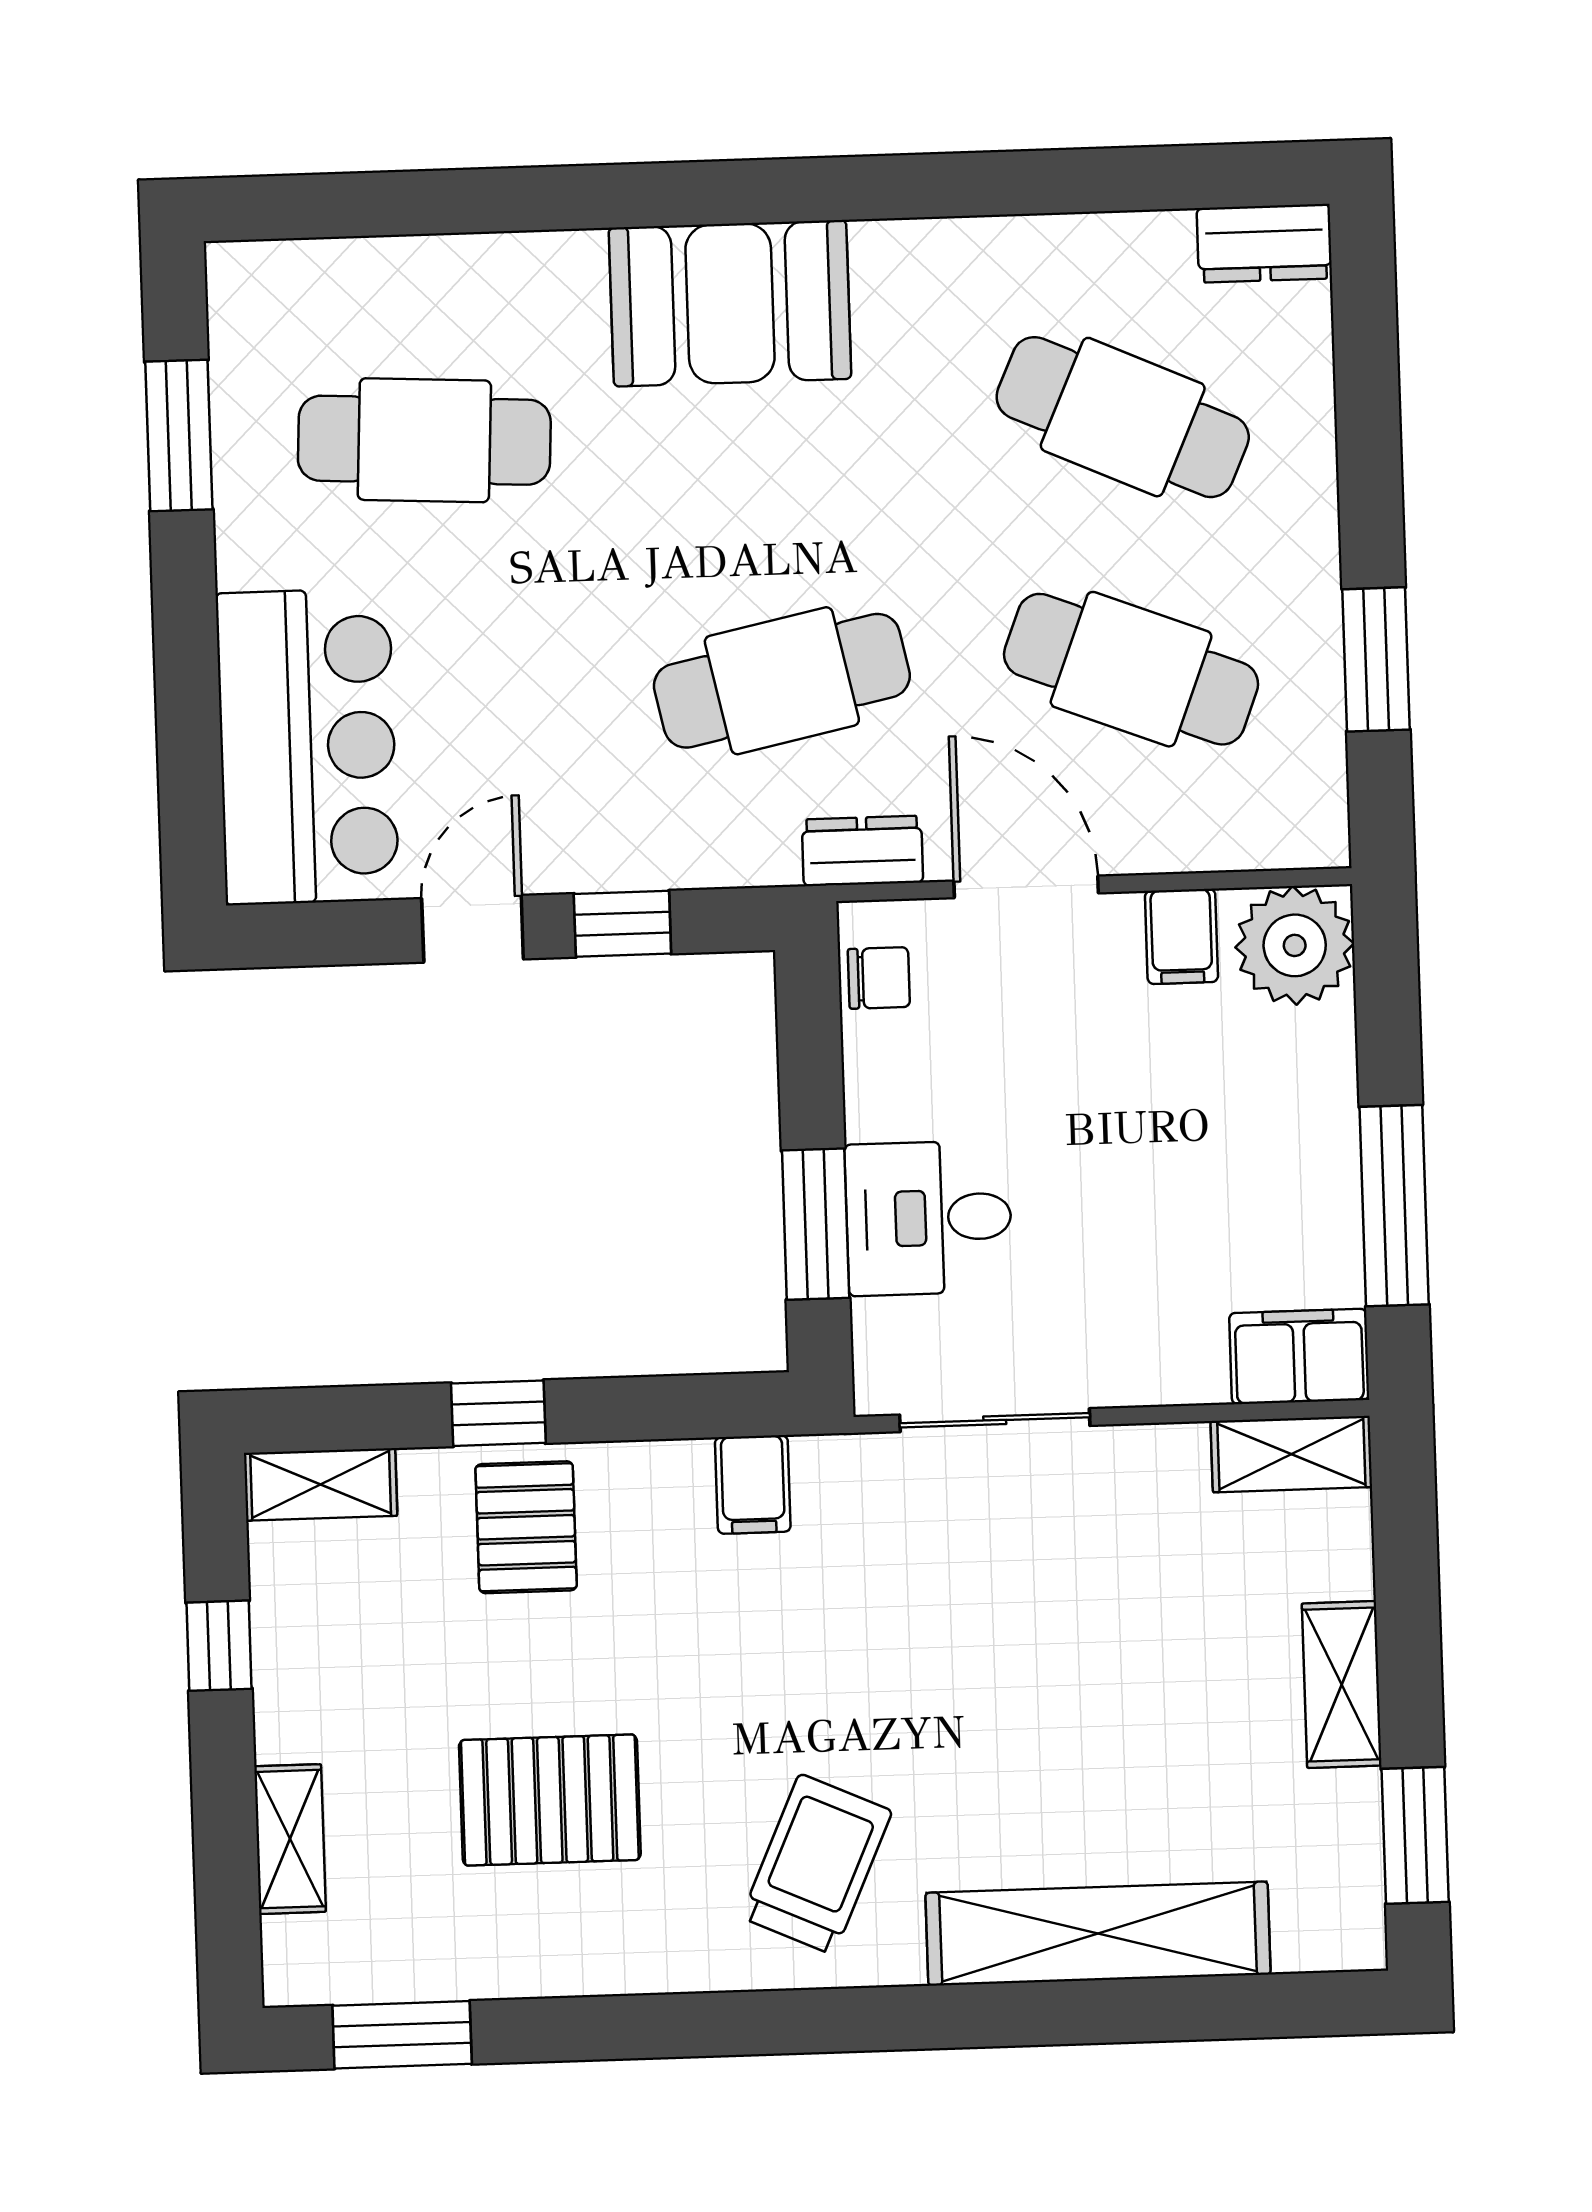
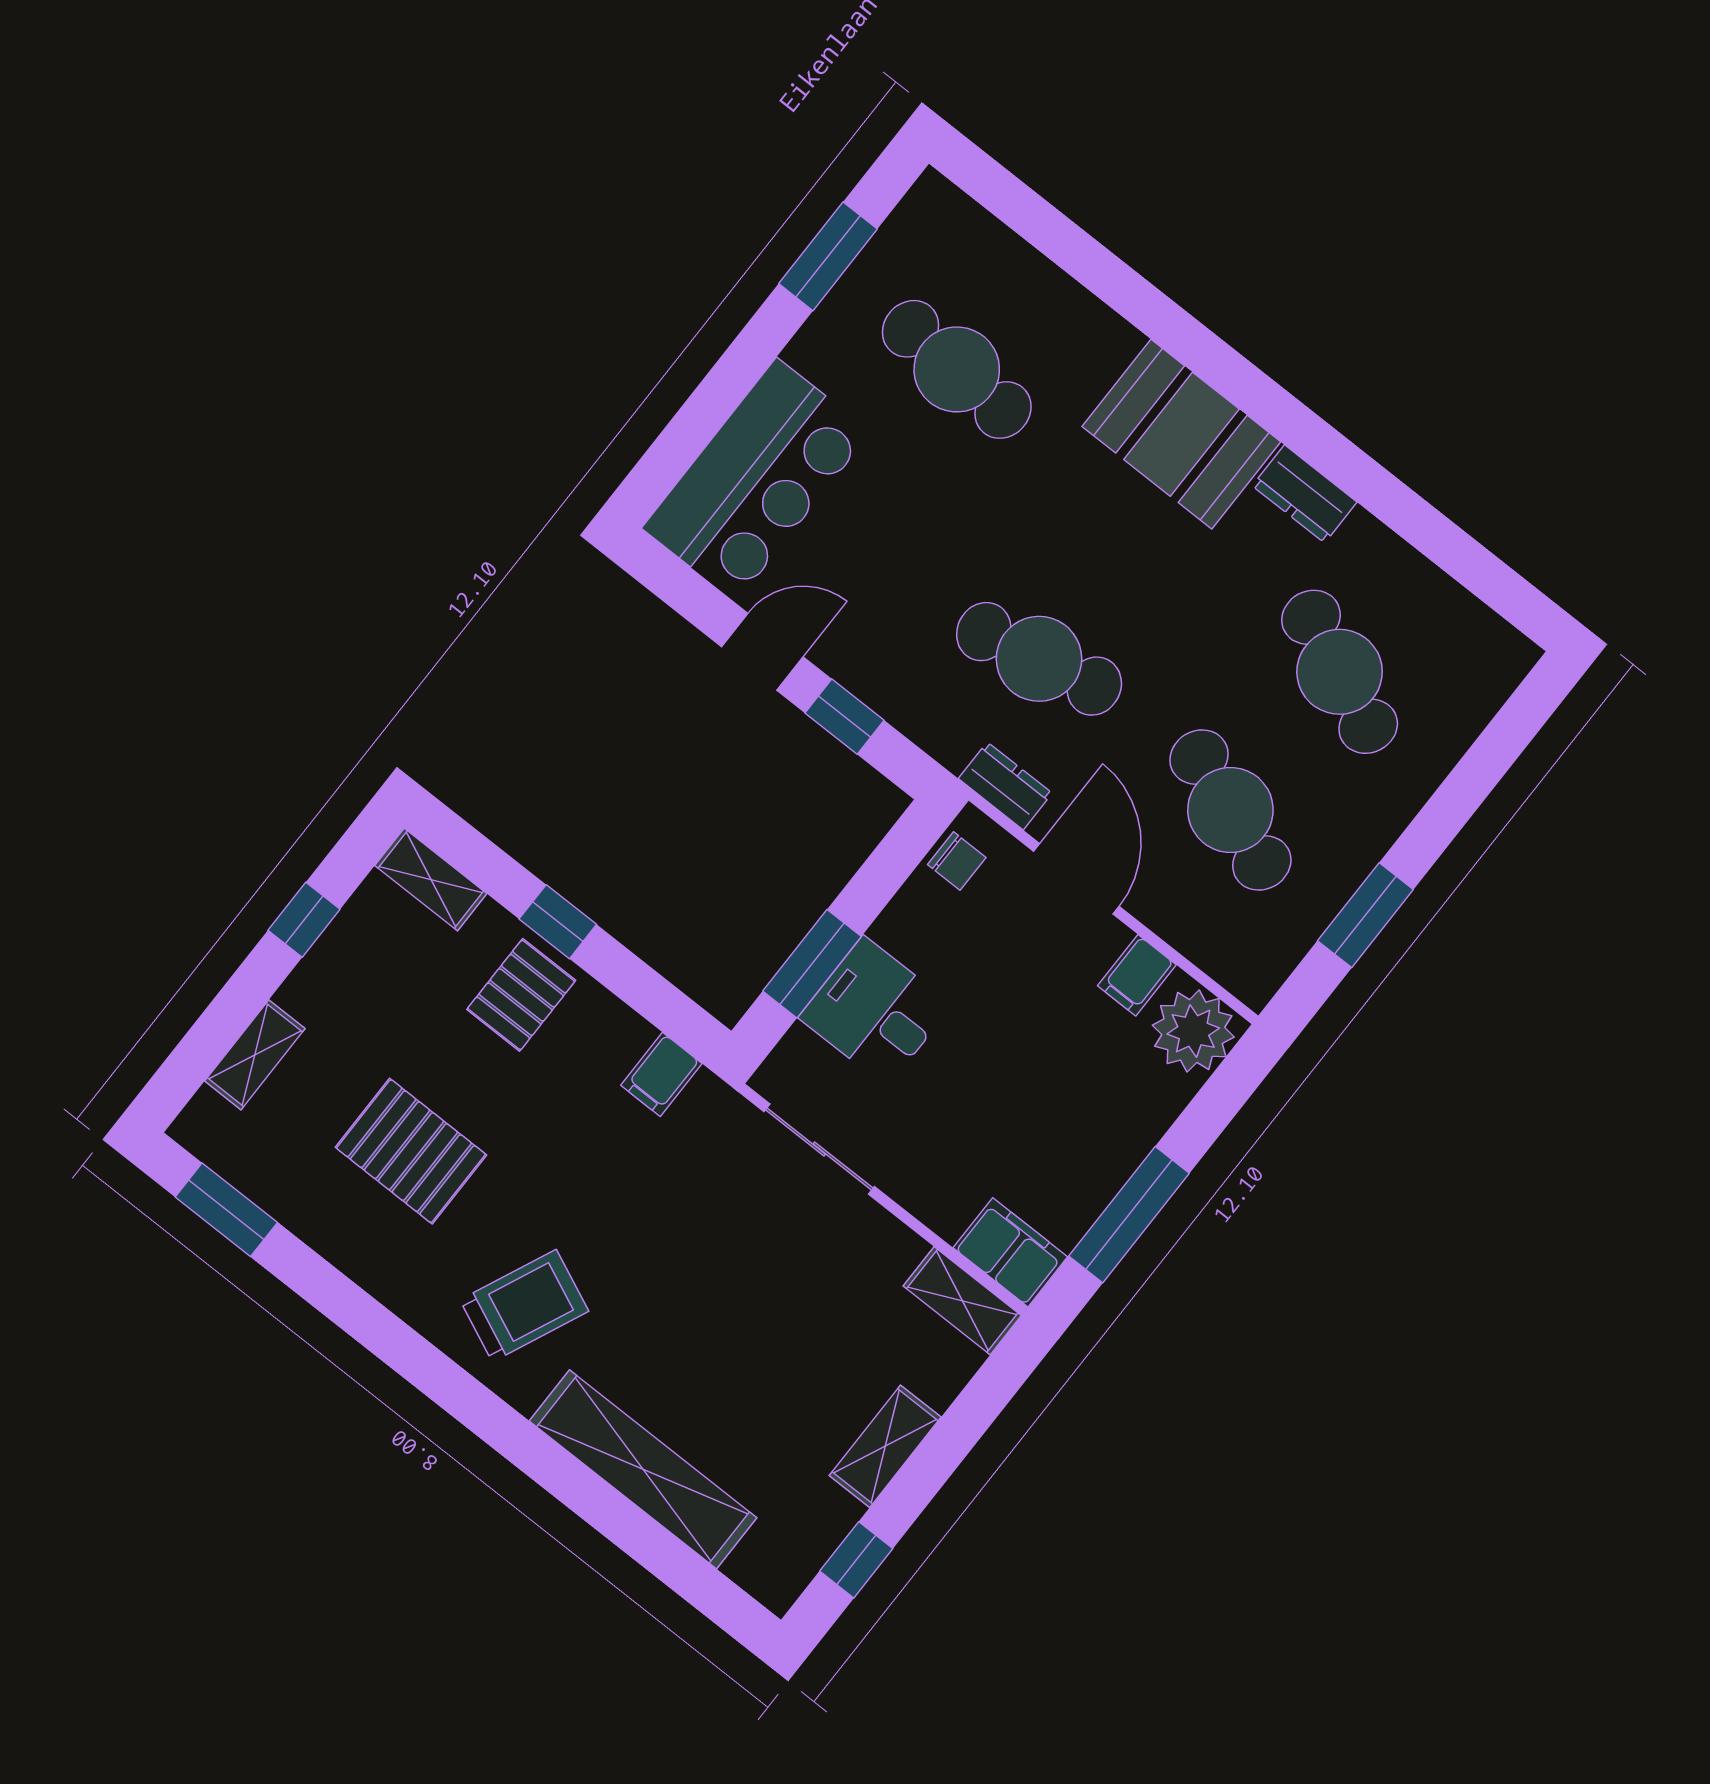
dresser: (1264, 243) -> (1305, 494), moved
window: (1415, 1835) -> (856, 1560), width x0.67

